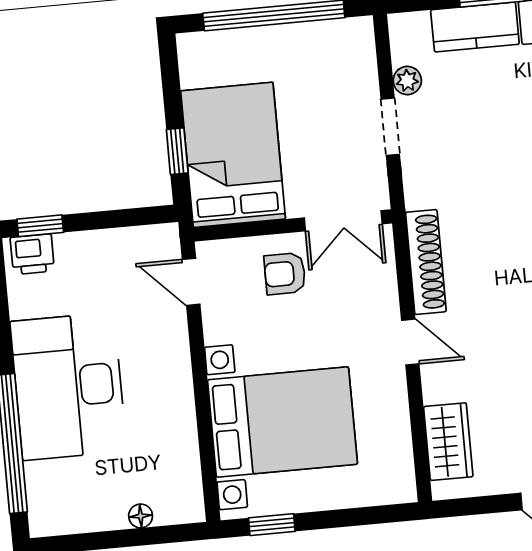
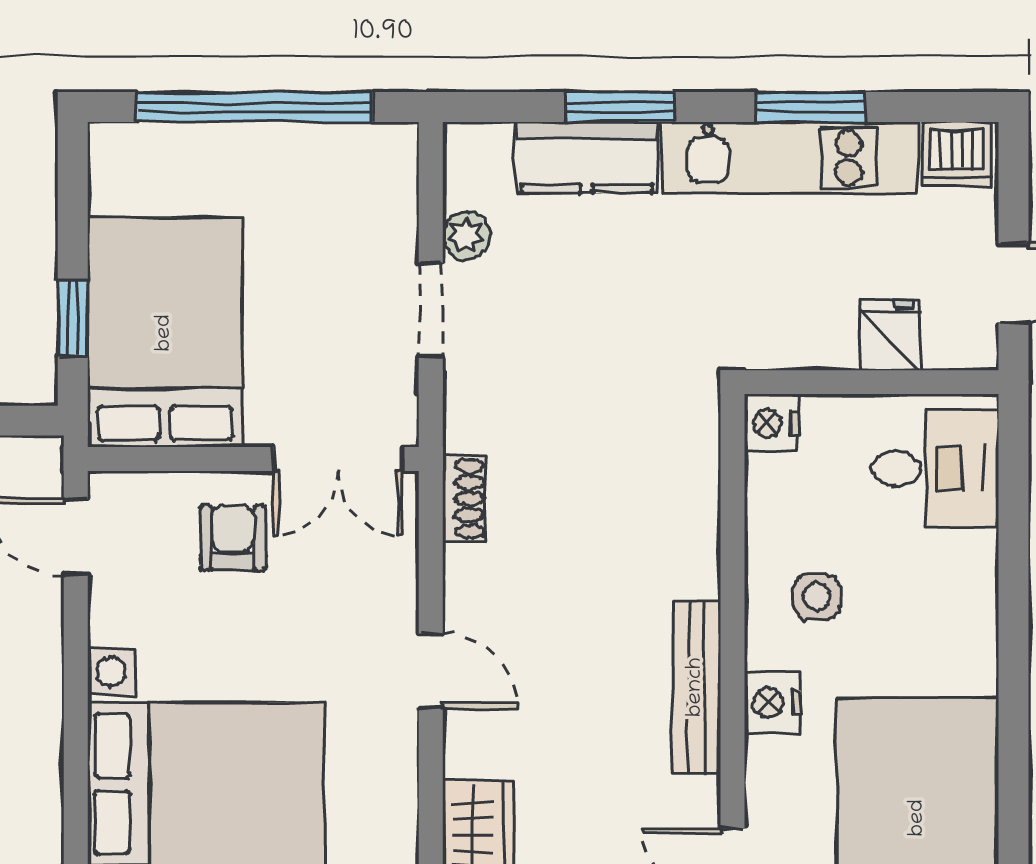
shoe rack: (426, 262) -> (464, 499), width x0.51, depth x0.81
armchair: (285, 274) -> (233, 538), turned 90

